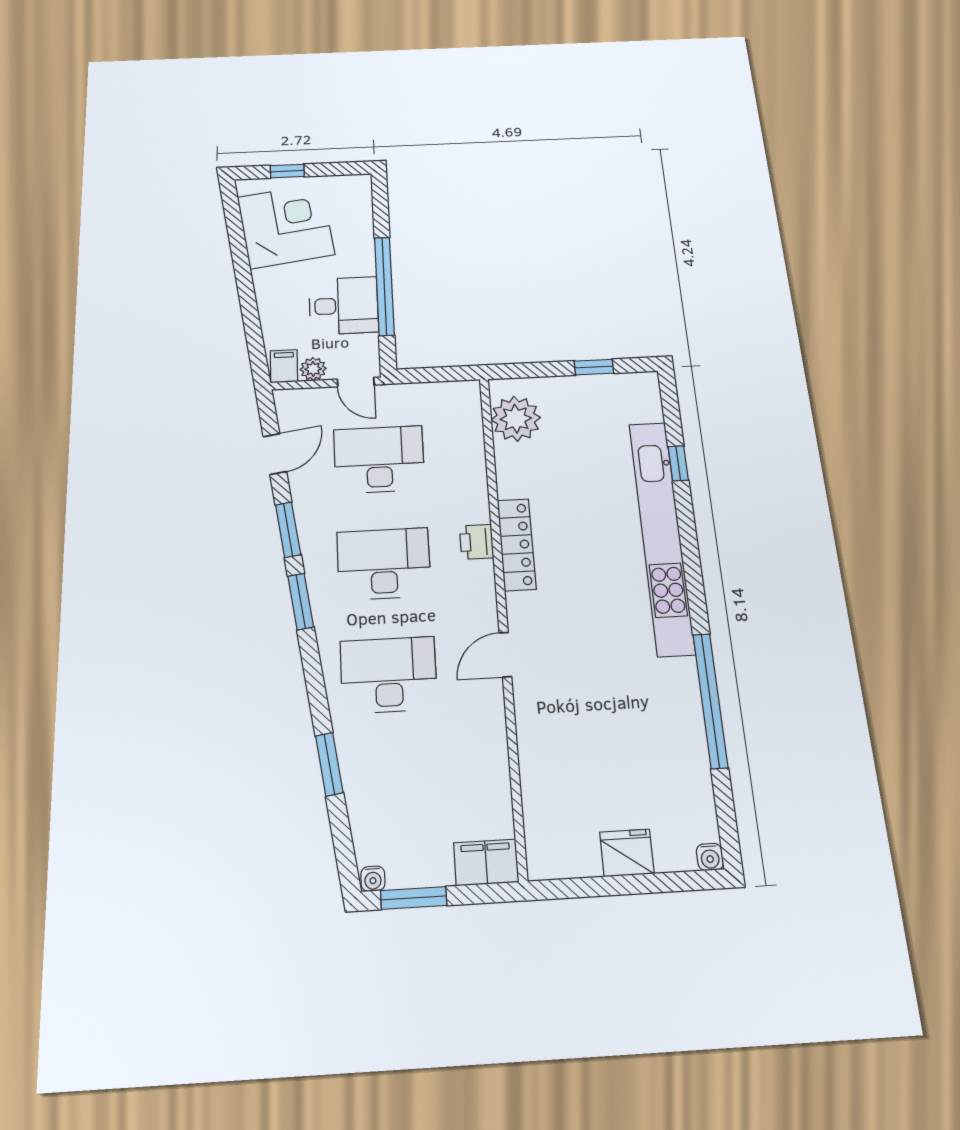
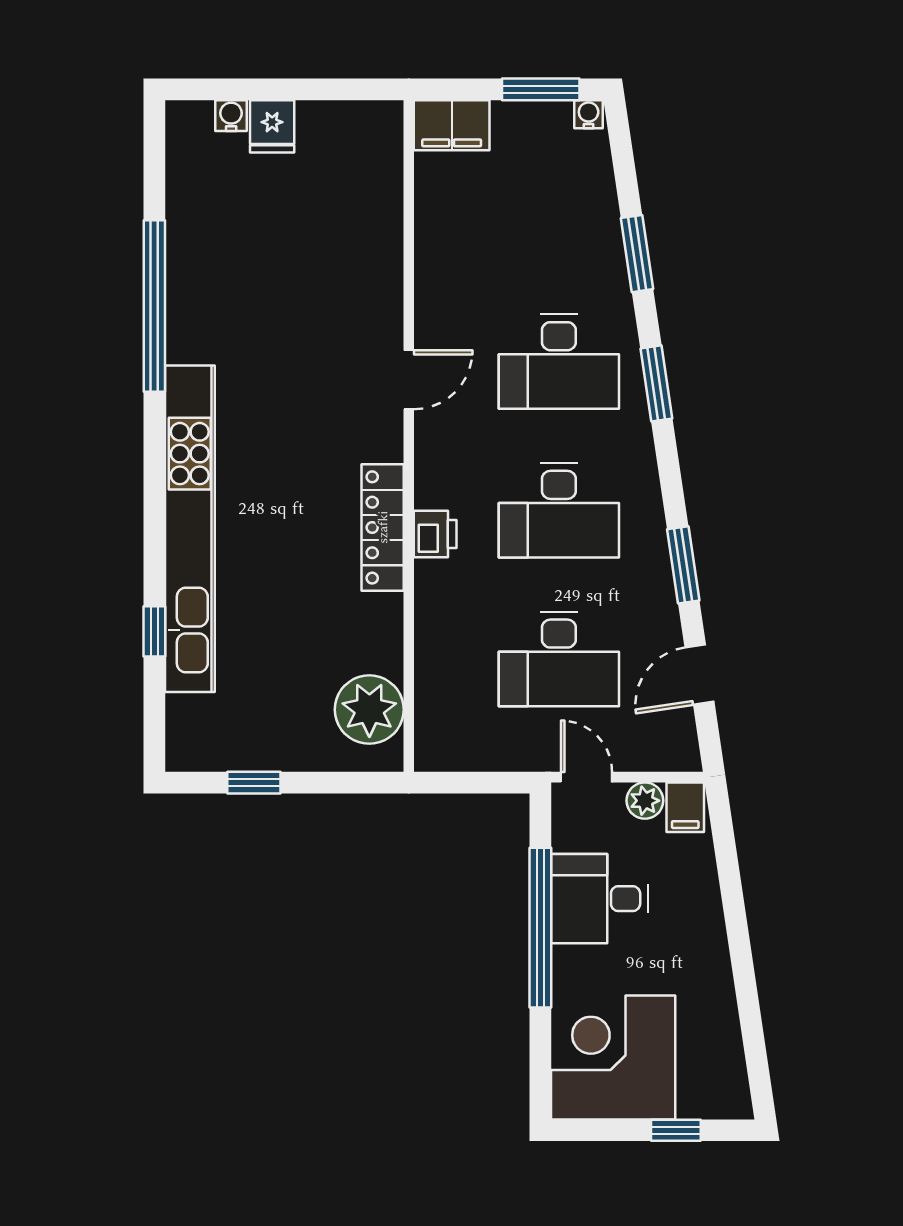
corner desk: (286, 226) -> (613, 1058), moved, turned 98
window: (301, 601) -> (656, 383), moved
fridge: (627, 853) -> (272, 126), width x0.72
water cooler: (710, 857) -> (231, 116), moved

